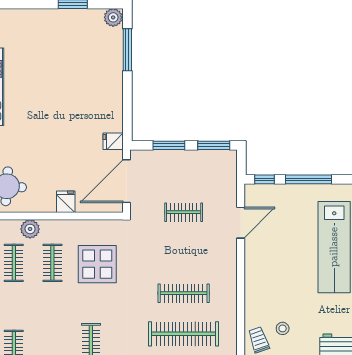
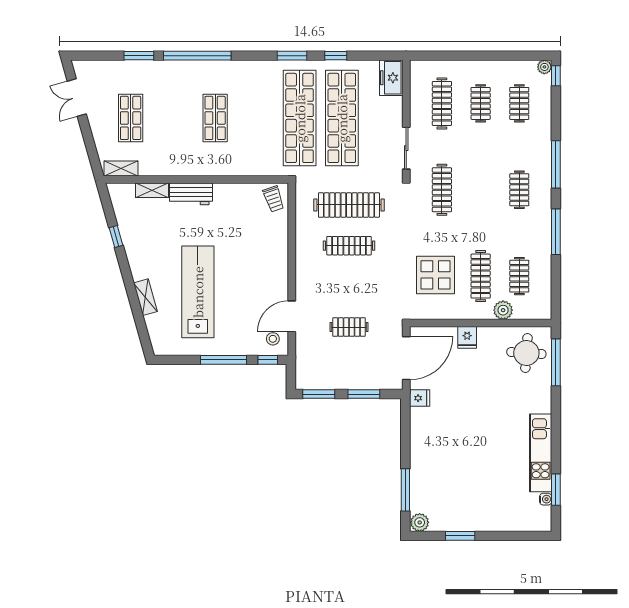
clothes rail: (52, 263) -> (481, 276), width x1.36
stool: (283, 328) -> (273, 339), moved

